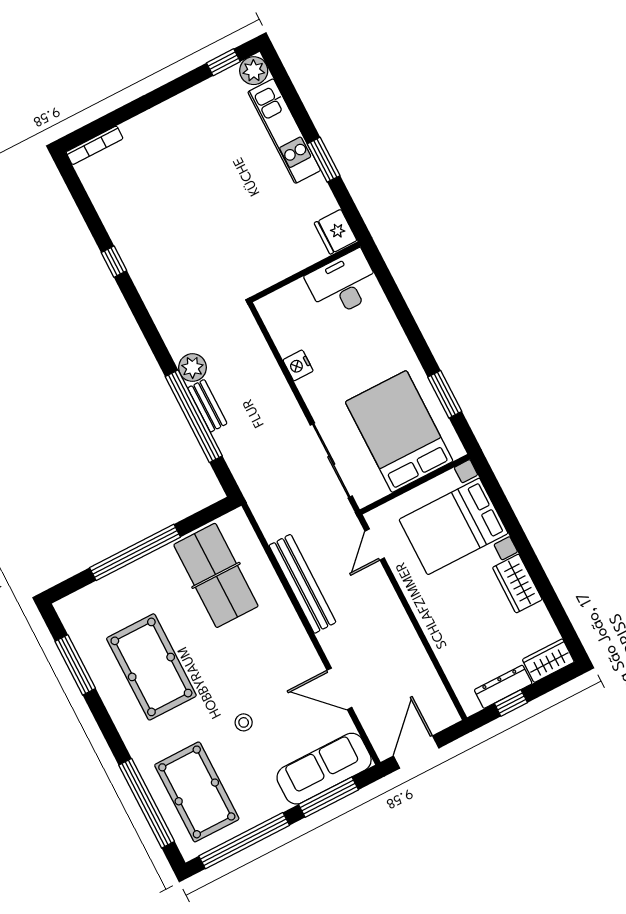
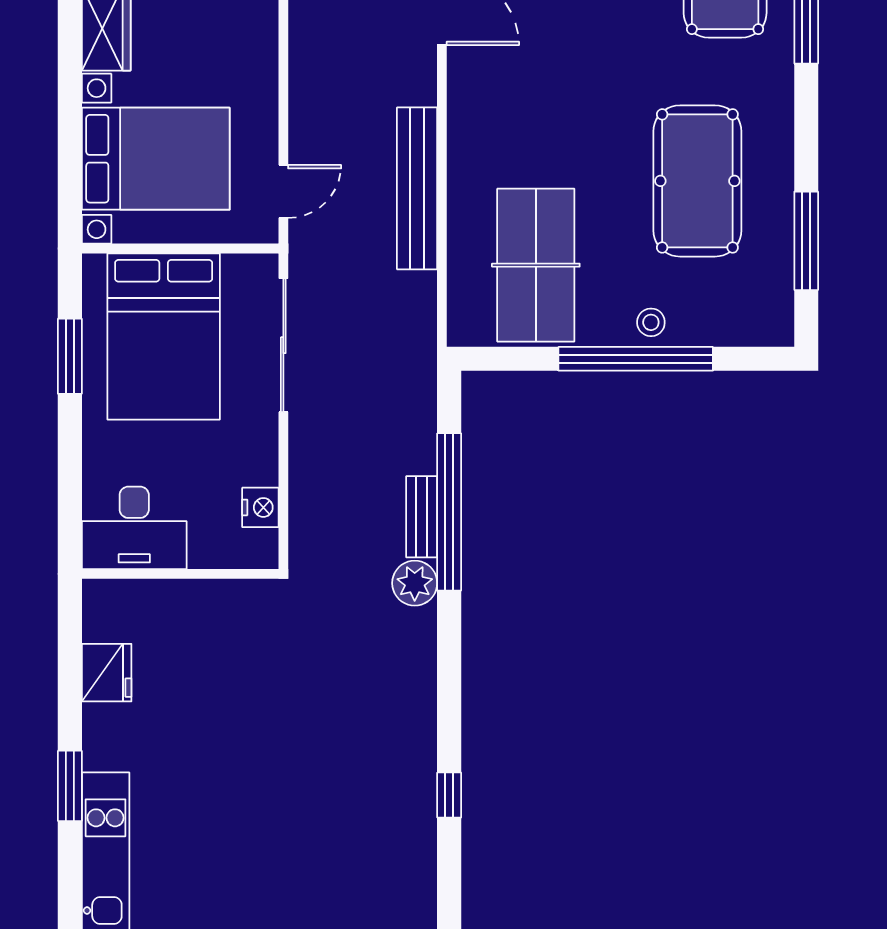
wall: (305, 272) -> (180, 574), moved
desk: (343, 284) -> (134, 528), moved
stool: (244, 722) -> (651, 322), moved

